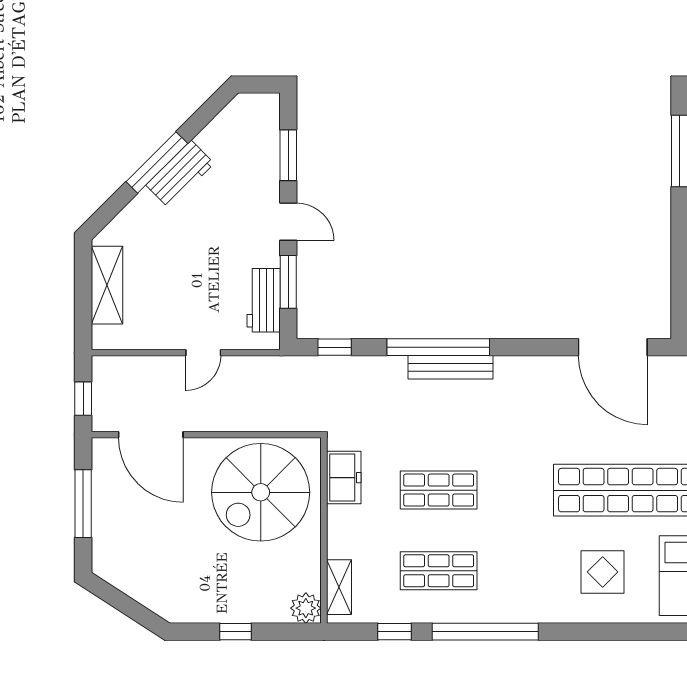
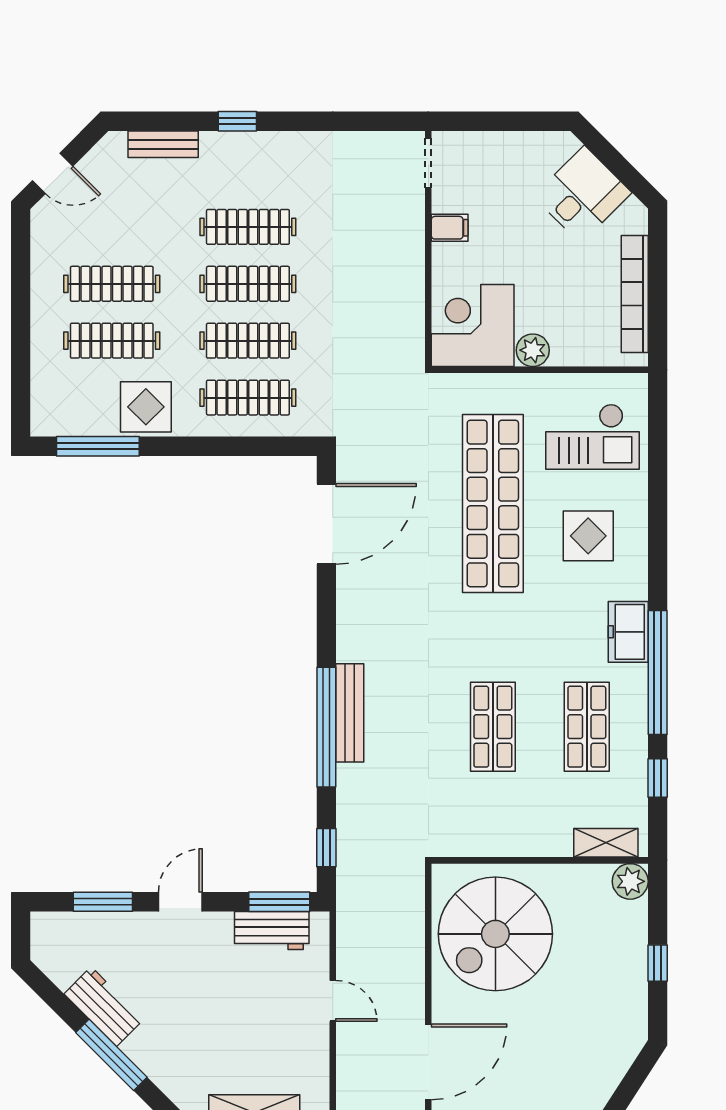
workbench: (180, 174) -> (104, 1007), moved
window: (288, 282) -> (279, 902), moved
freezer: (344, 478) -> (628, 632), moved, turned -90
spiral stairs: (261, 492) -> (495, 934), turned 90

